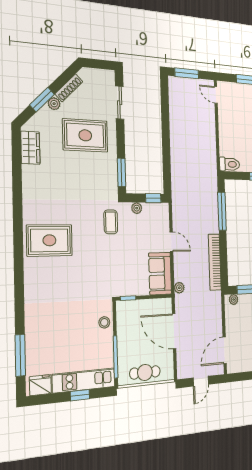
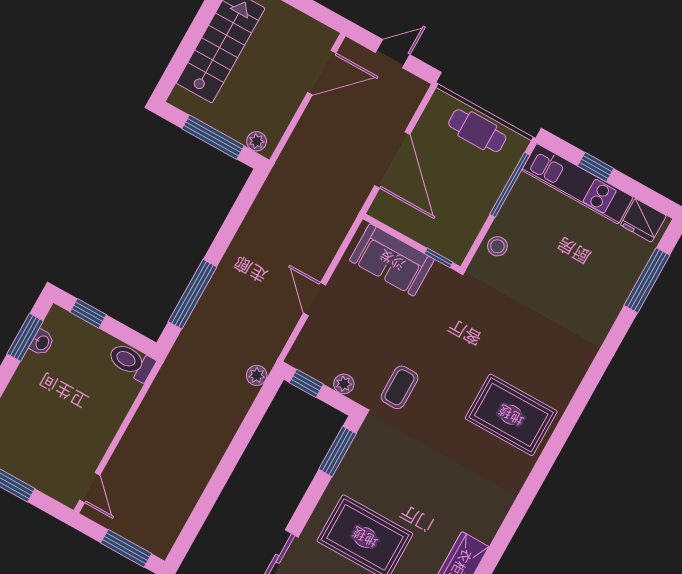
bookcase: (215, 262) -> (255, 222), removed
sofa: (160, 274) -> (392, 260), moved, turned 90
plant: (179, 288) -> (257, 375), moved

